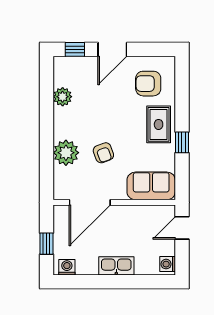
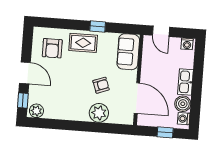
plant: (63, 97) -> (36, 111), moved
boiler: (87, 264) -> (183, 104), added

